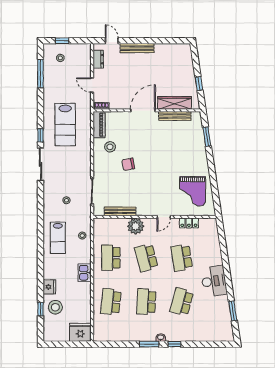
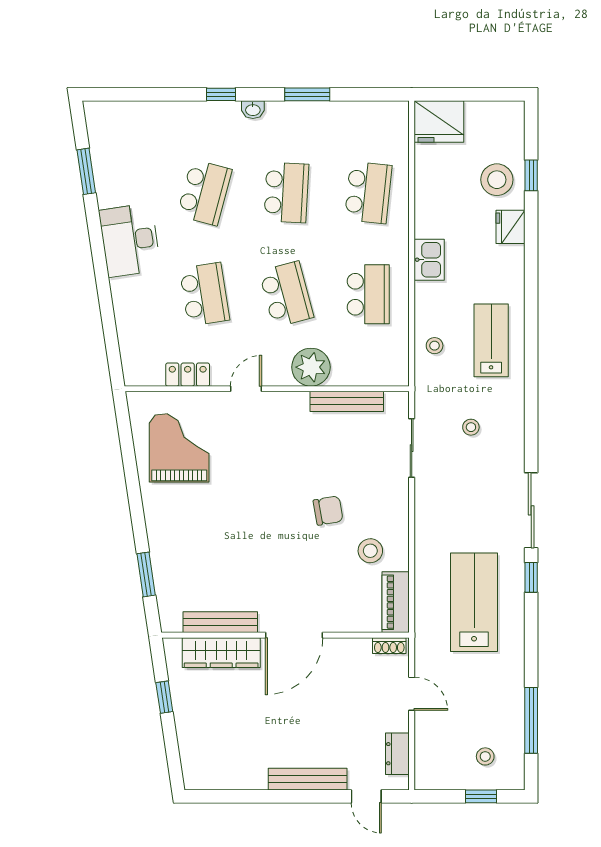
window: (149, 344) -> (307, 94), moved

